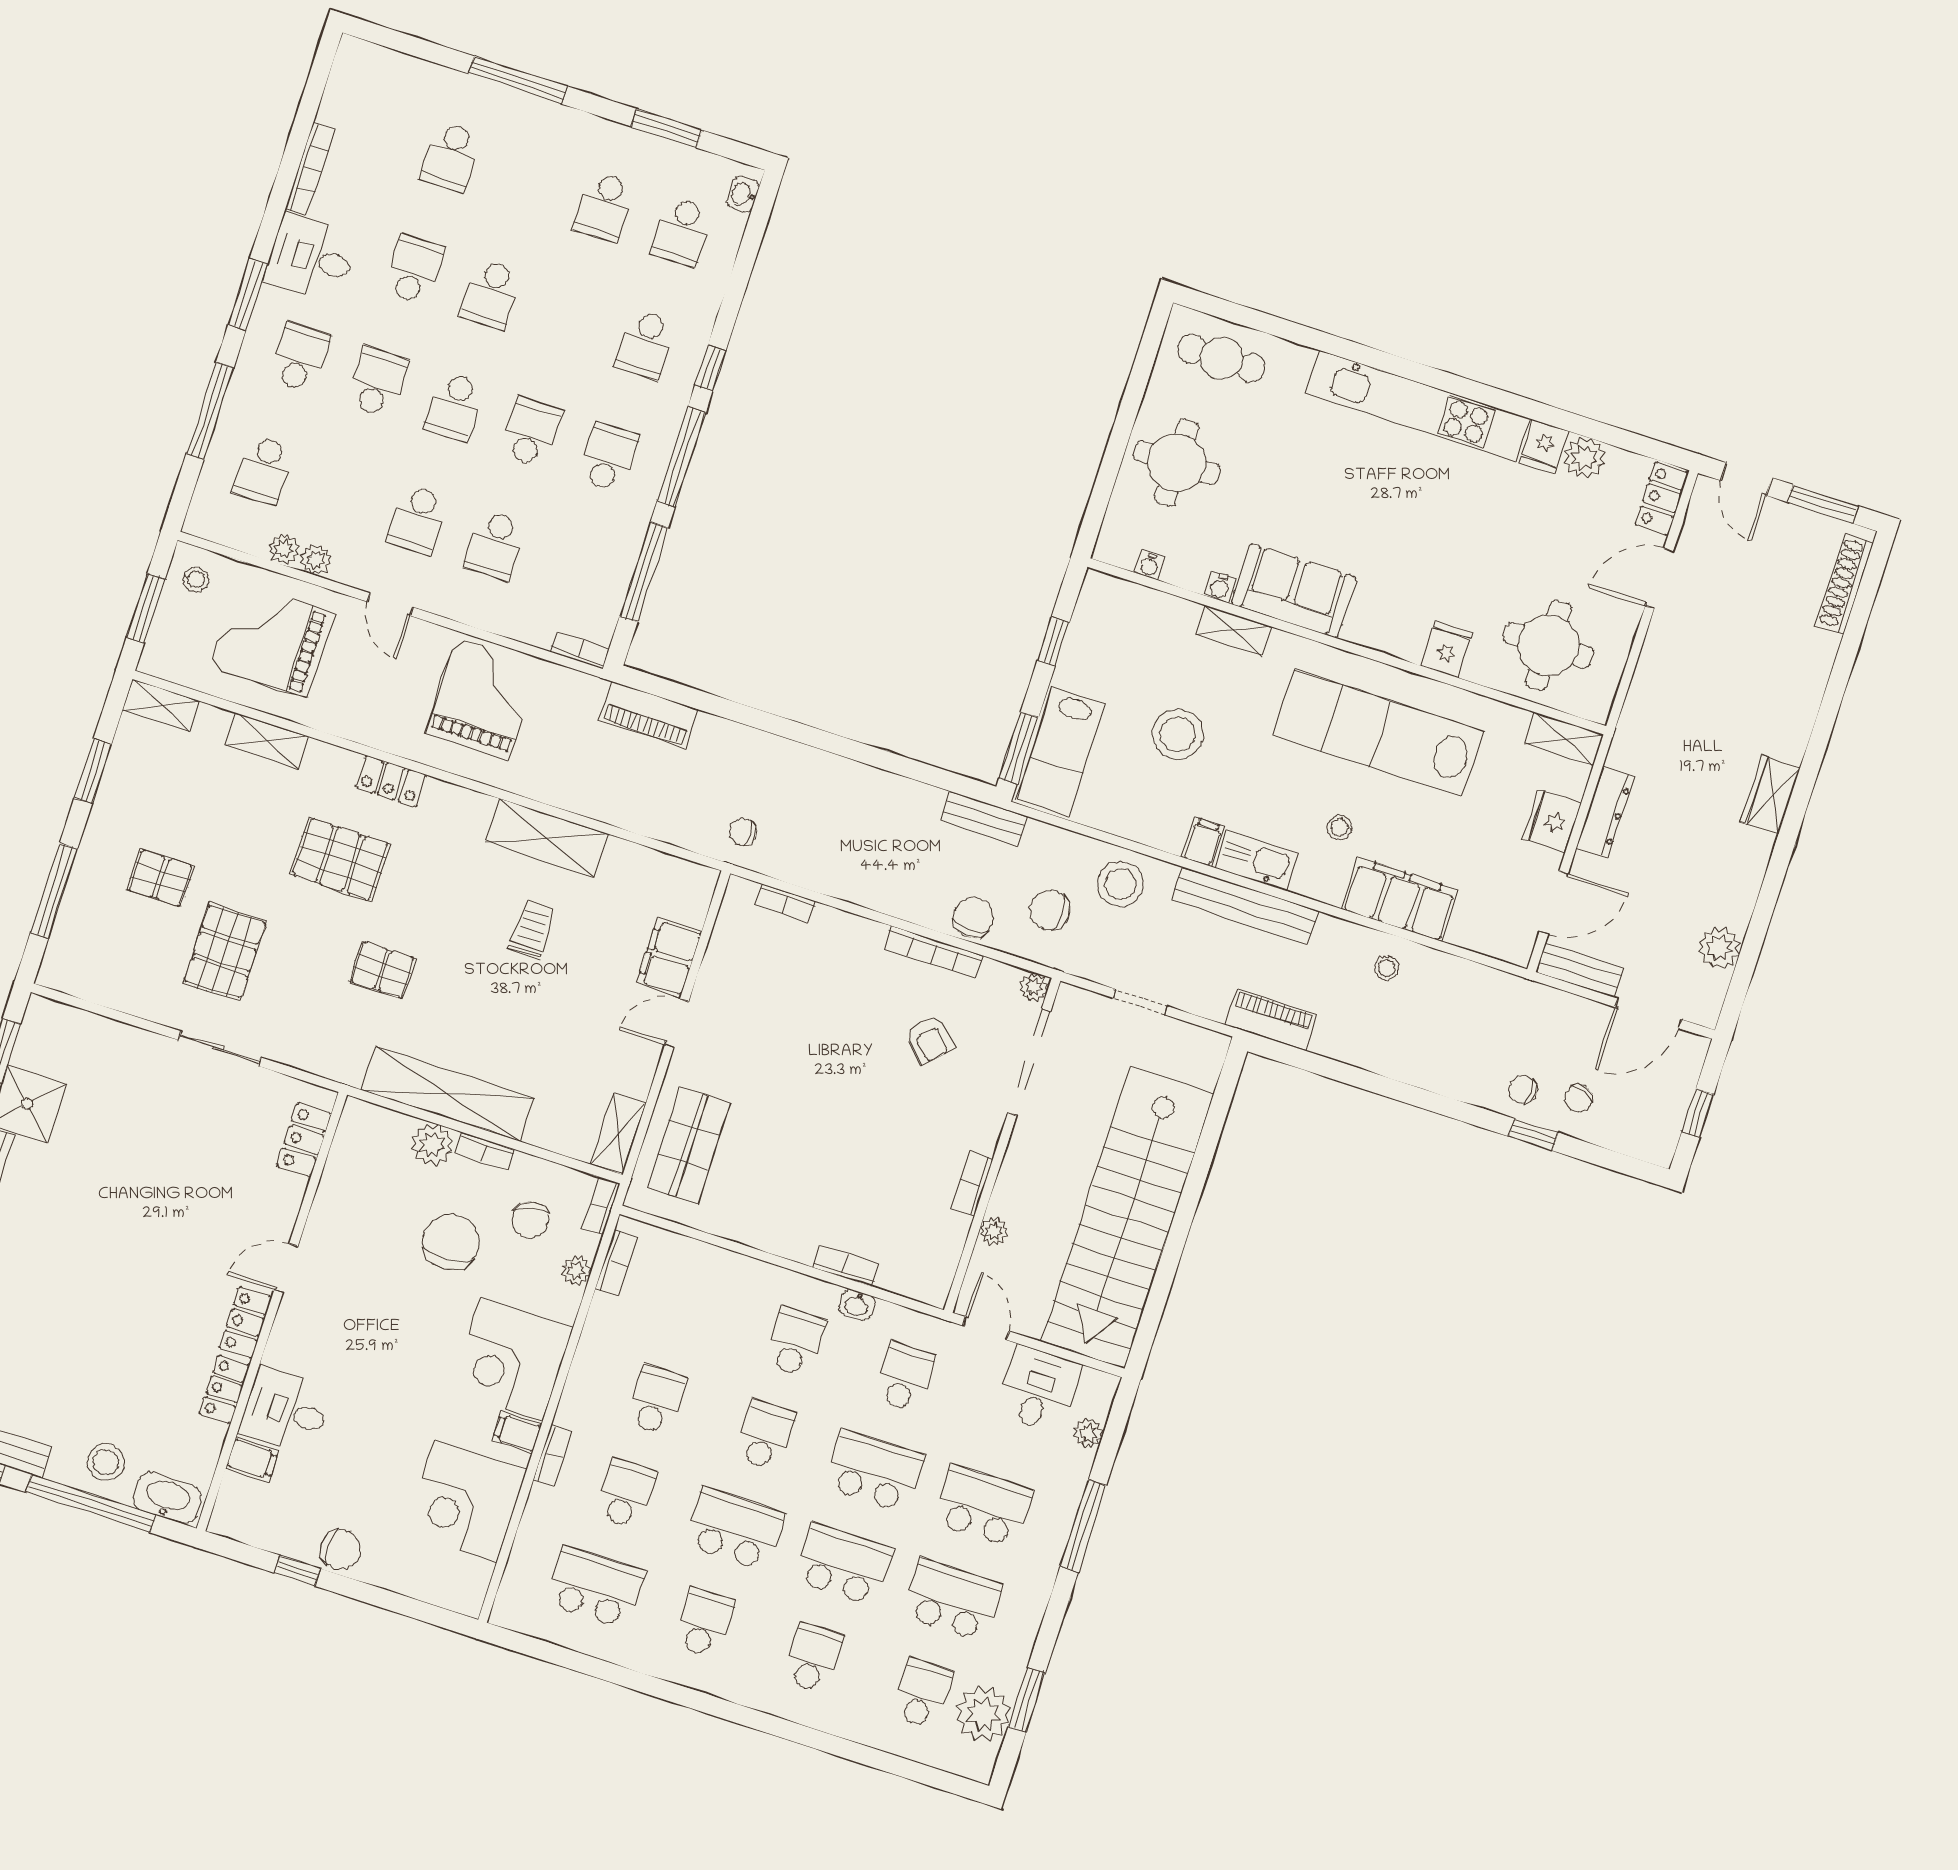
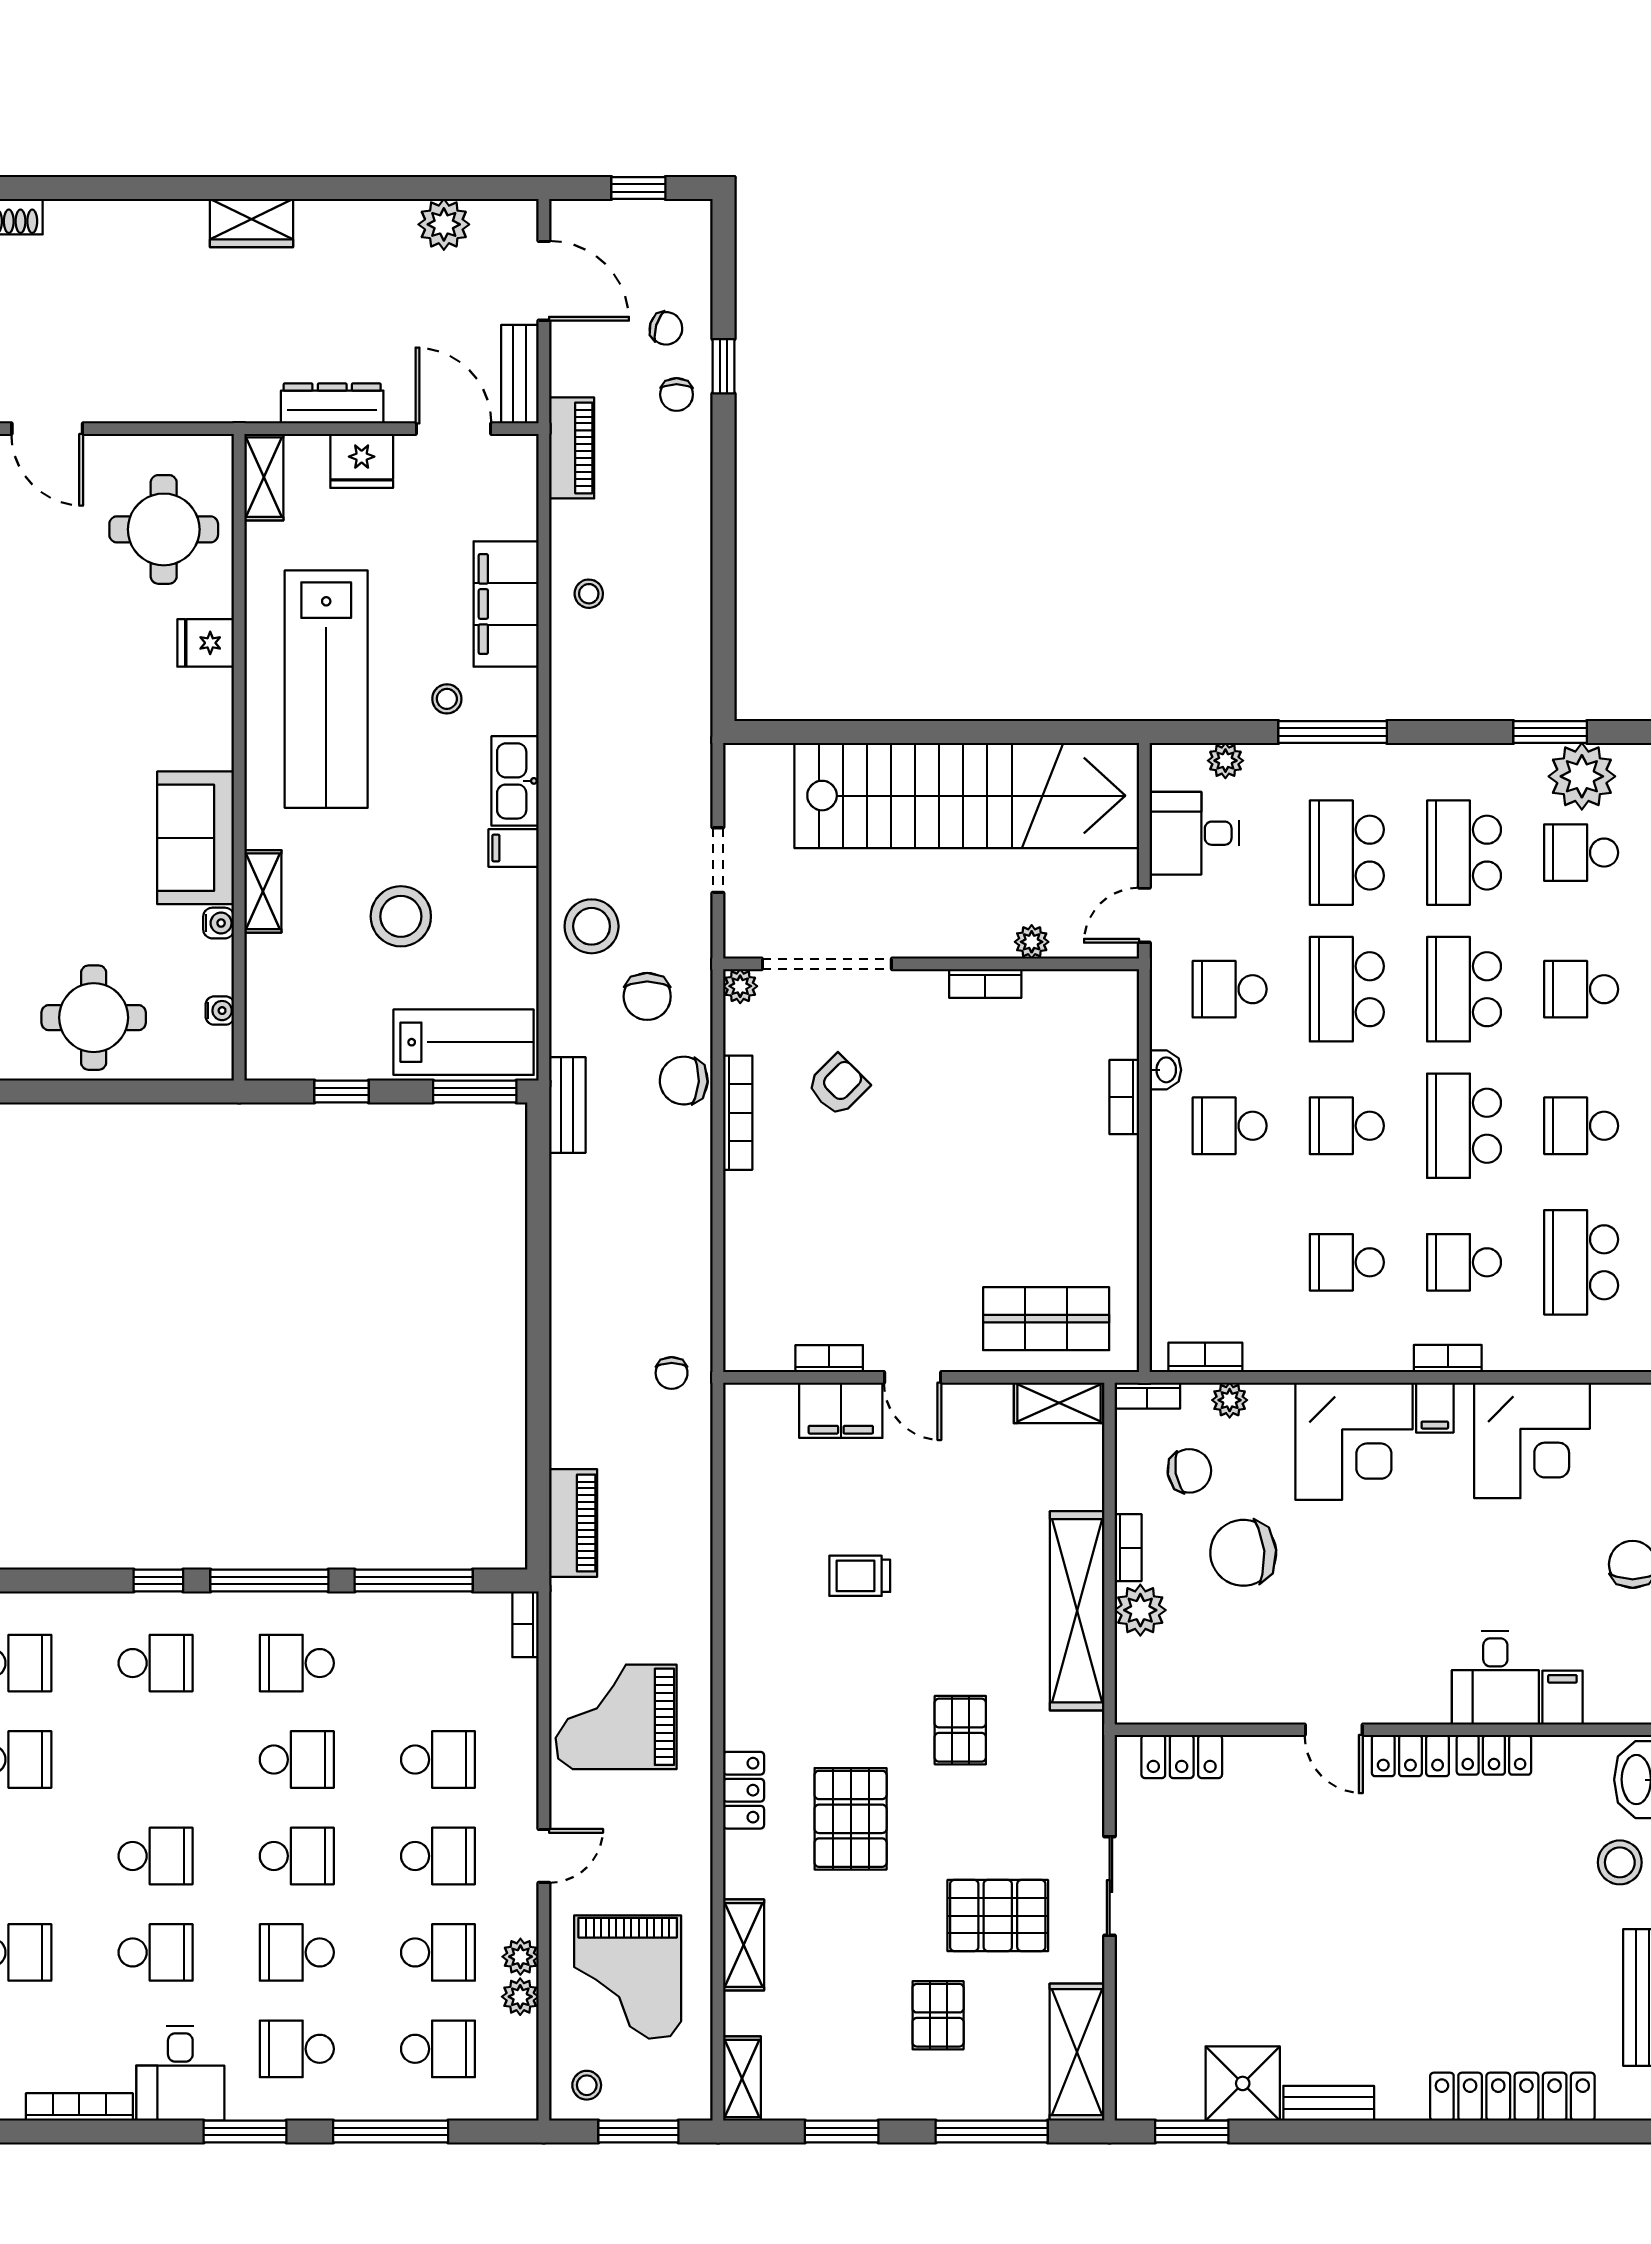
school desk: (414, 269) -> (156, 1952), turned 180
school desk: (531, 432) -> (297, 1760), turned 180
school desk: (341, 495) -> (438, 1952), added
shelving: (547, 838) -> (1077, 2052), moved
bookcase: (785, 903) -> (829, 1359), moved, turned -90
bench: (1245, 906) -> (570, 777), removed
piano: (1271, 1020) -> (572, 448), moved, turned 180

